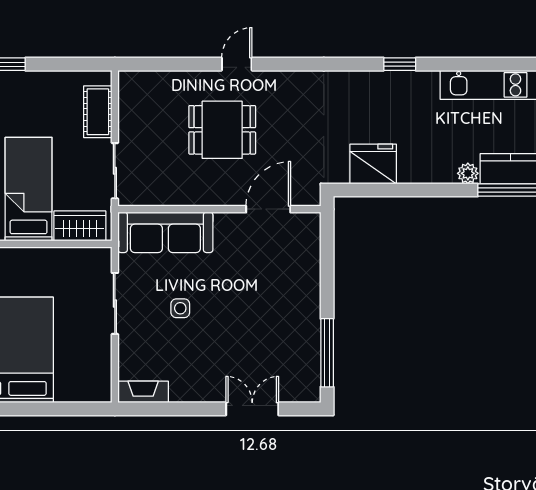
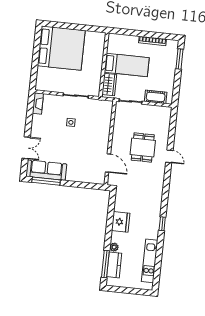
fridge: (373, 164) -> (121, 222), moved
sofa: (165, 232) -> (46, 170), moved, turned 90

